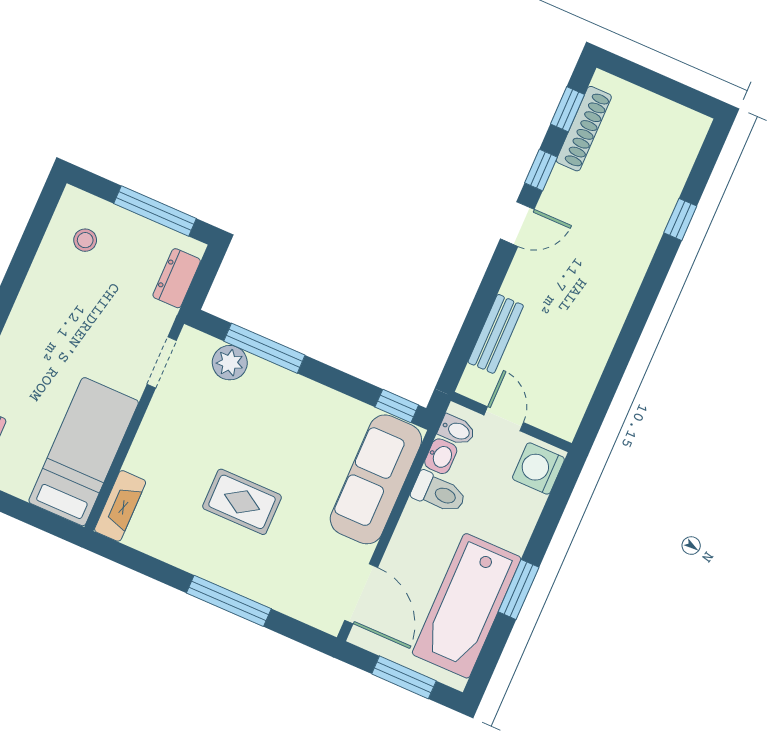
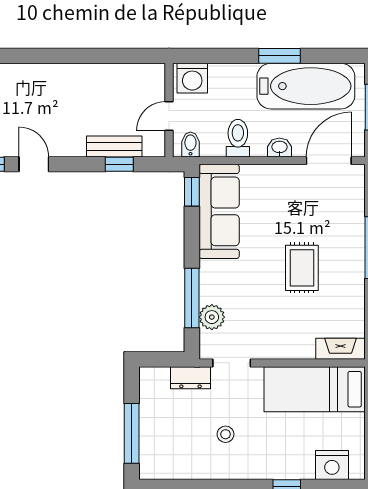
window: (155, 211) -> (132, 433), moved
stool: (85, 240) -> (226, 434), moved
dresser: (177, 278) -> (190, 378), moved
window: (471, 330) -> (119, 164), added
washbasin: (441, 456) -> (279, 147), moved
sofa: (376, 479) -> (219, 211), moved, turned -90

